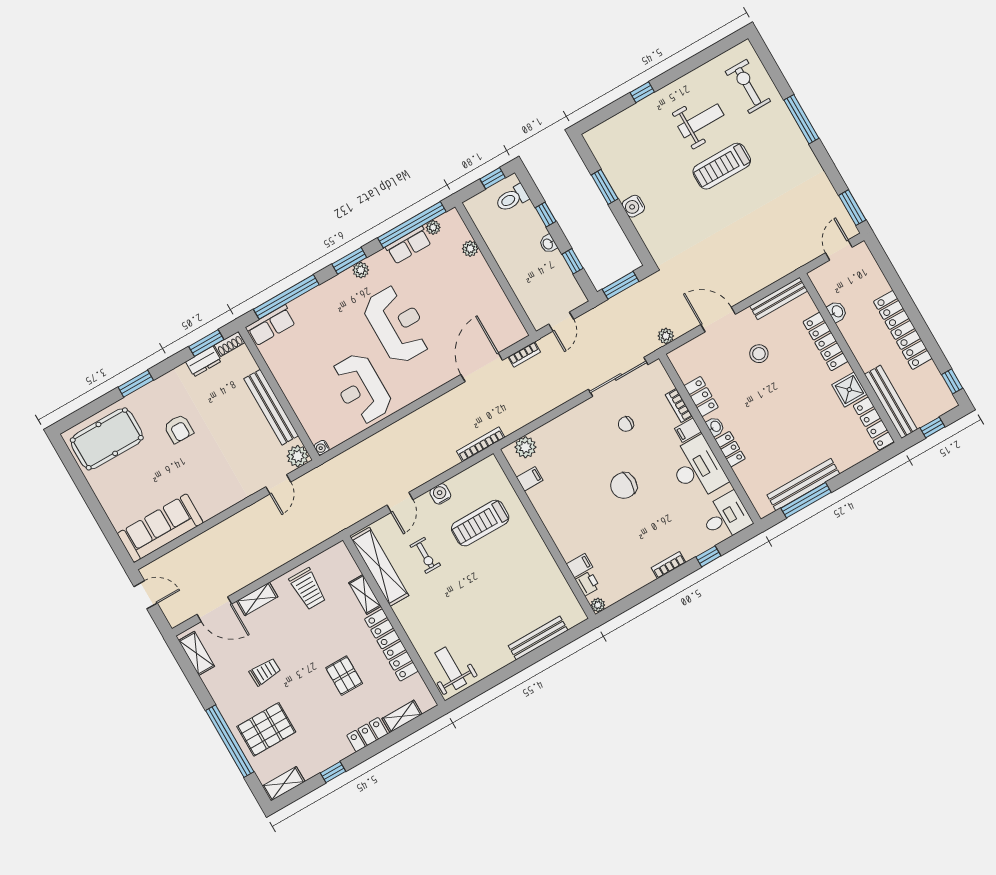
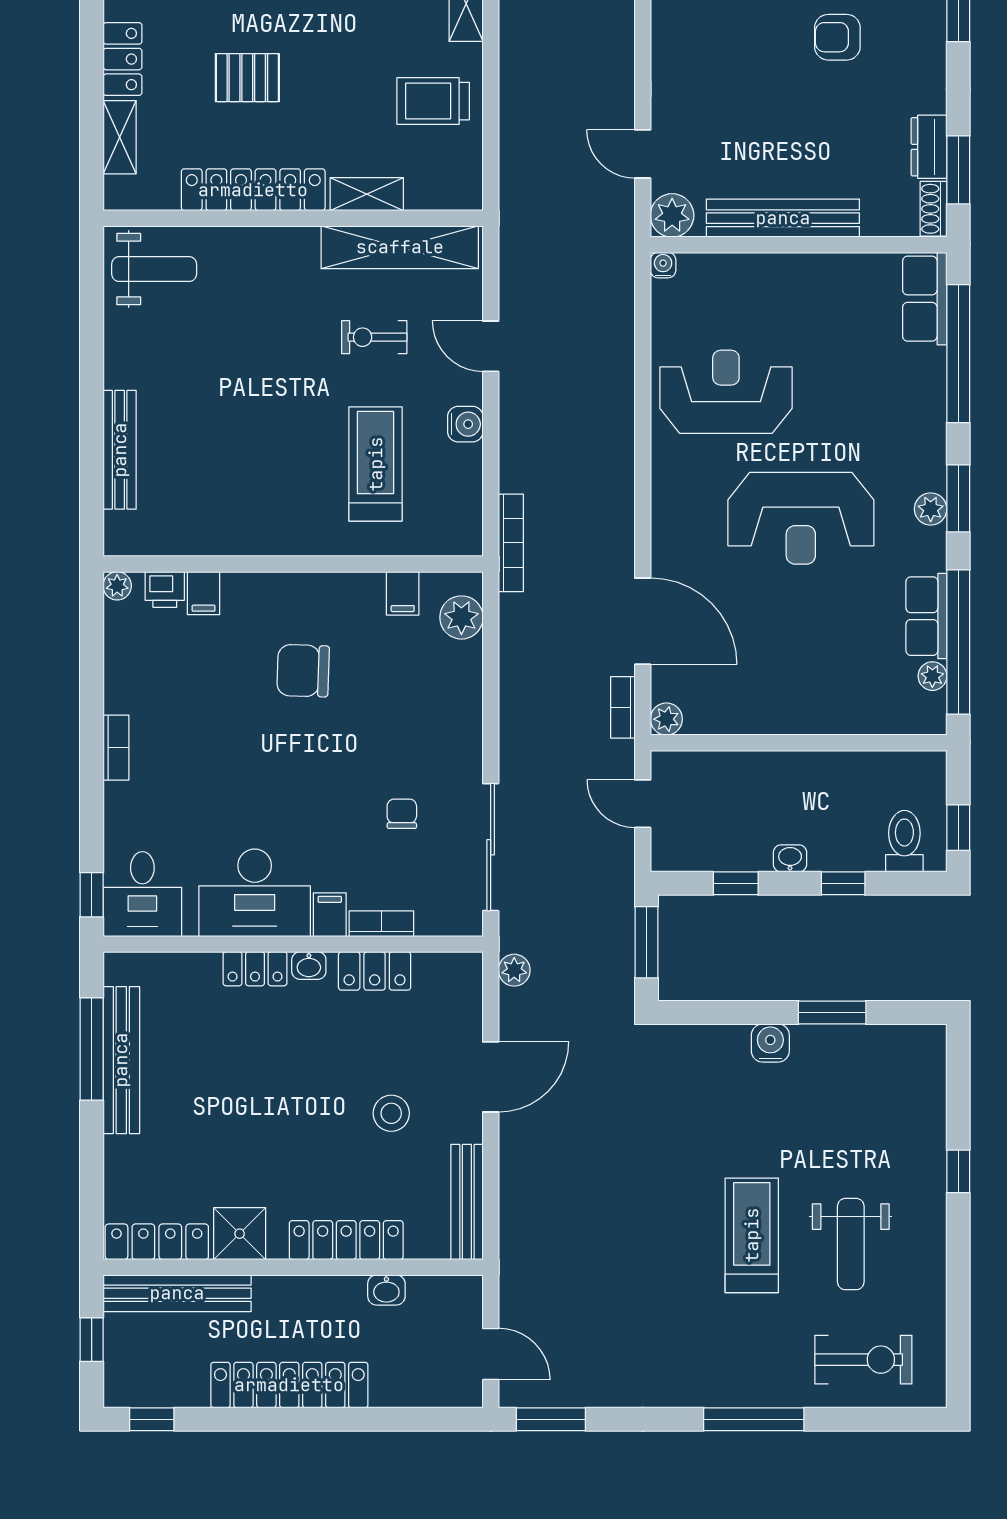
plant: (470, 249) -> (666, 719), moved
chair: (624, 486) -> (303, 671), moved, turned -88
window: (708, 556) -> (92, 895), moved

